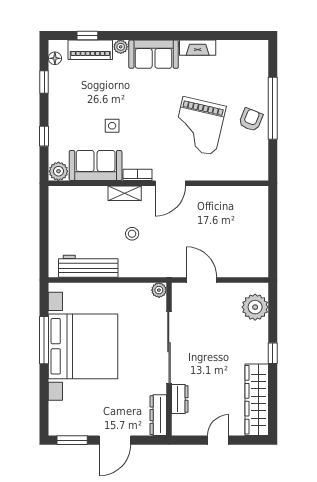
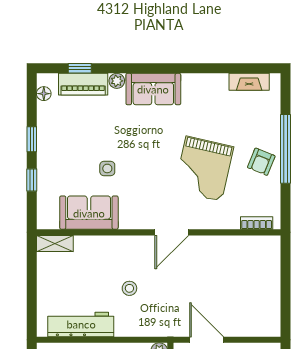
fireplace: (198, 48) -> (249, 82), moved
window: (44, 82) -> (32, 139), moved
armchair: (251, 120) -> (261, 162), turned 180
plant: (58, 171) -> (48, 219), removed
bookcase: (138, 175) -> (257, 223), moved
shelving: (125, 193) -> (55, 243), moved

